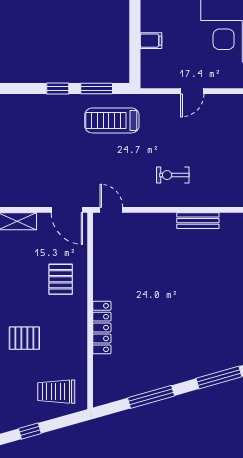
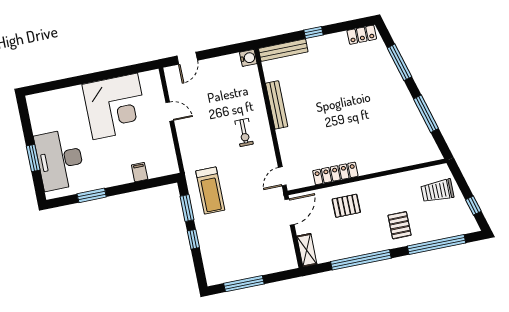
door: (192, 91) -> (170, 112), moved
bench: (198, 221) -> (277, 105), width x1.36
locker: (102, 328) -> (335, 173), moved
trolley: (56, 392) -> (437, 191), turned 90

